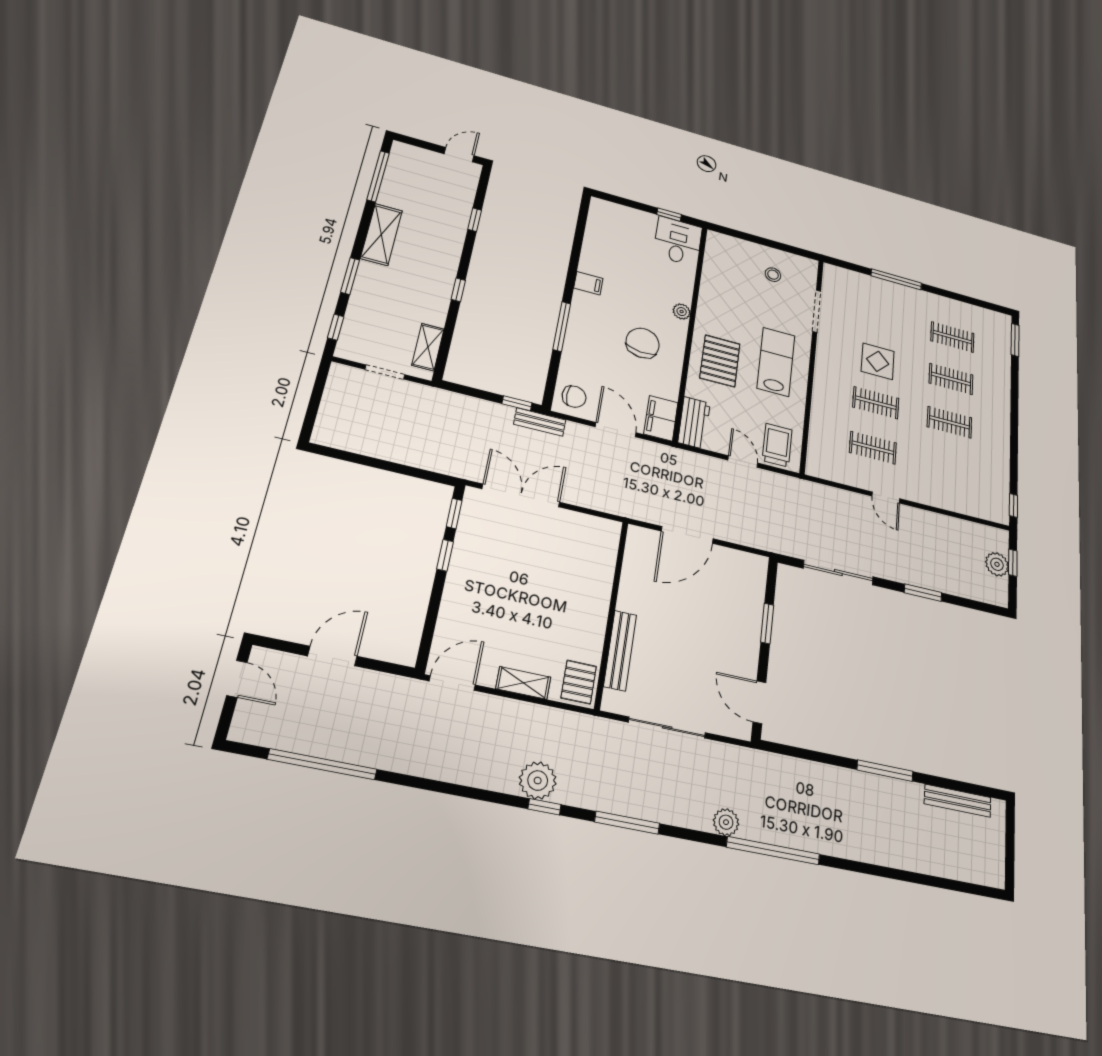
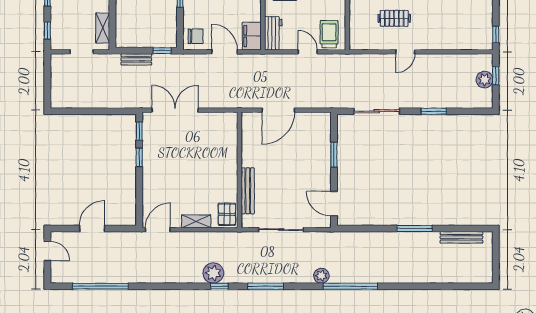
bench: (540, 422) -> (136, 59), moved
door: (886, 497) -> (405, 52), hinge flipped

